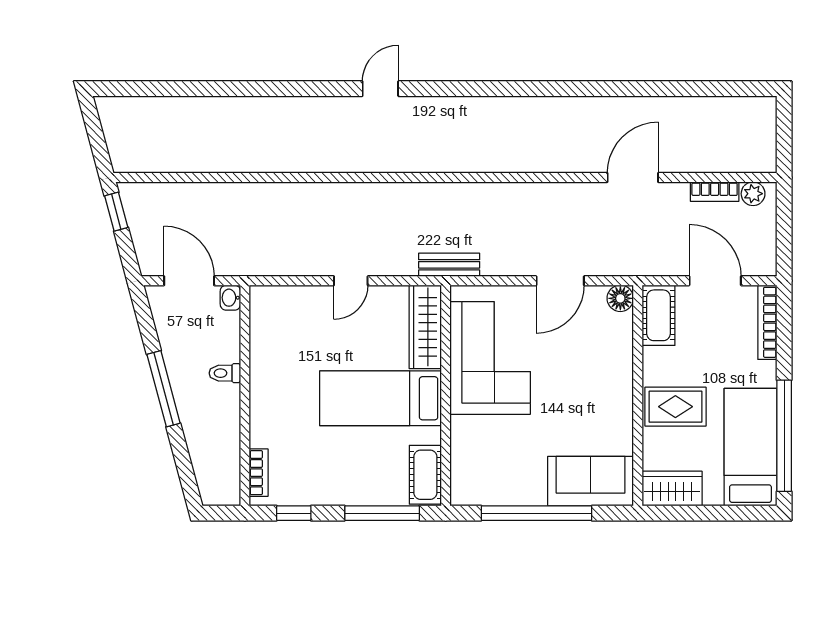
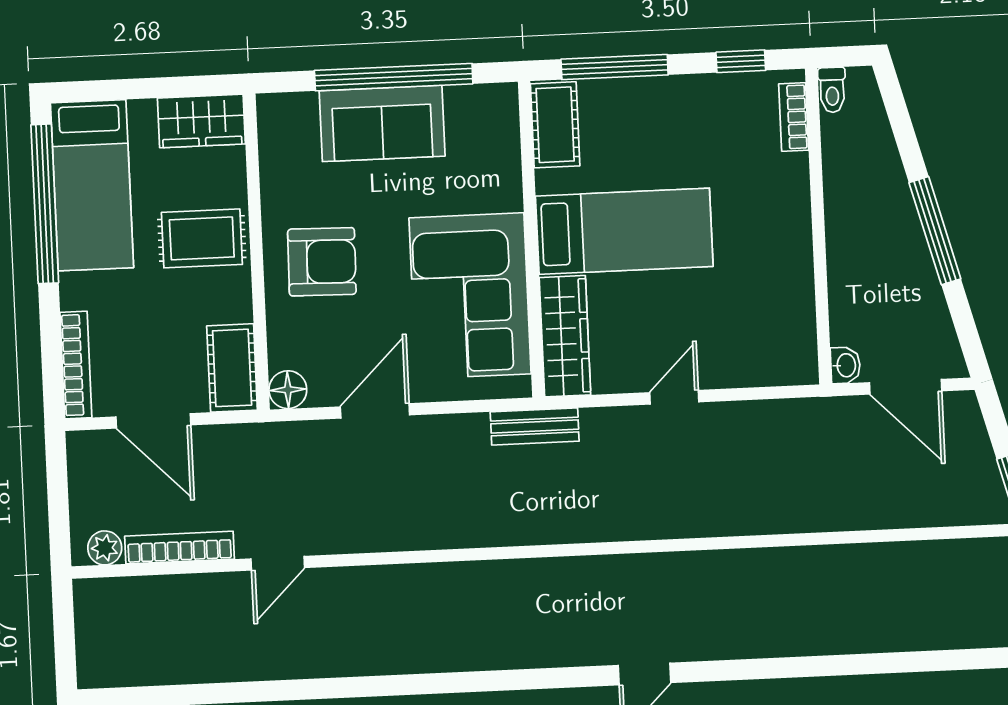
door: (633, 178) -> (278, 563), width x0.73
bookcase: (715, 192) -> (179, 548), width x1.56
toilet: (225, 373) -> (832, 90), moved, turned 90
armchair: (592, 387) -> (322, 262), added
sofa: (591, 481) -> (382, 123), moved

